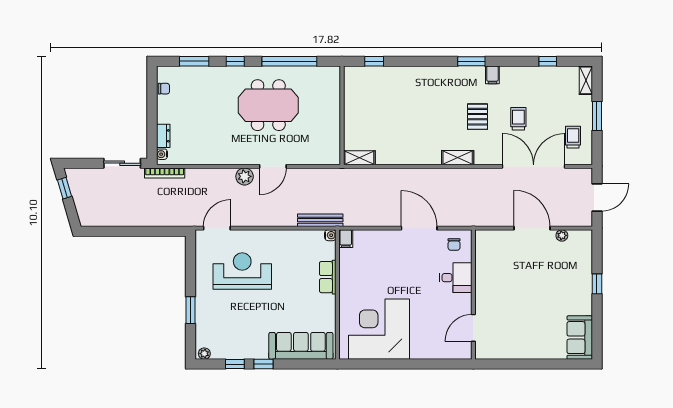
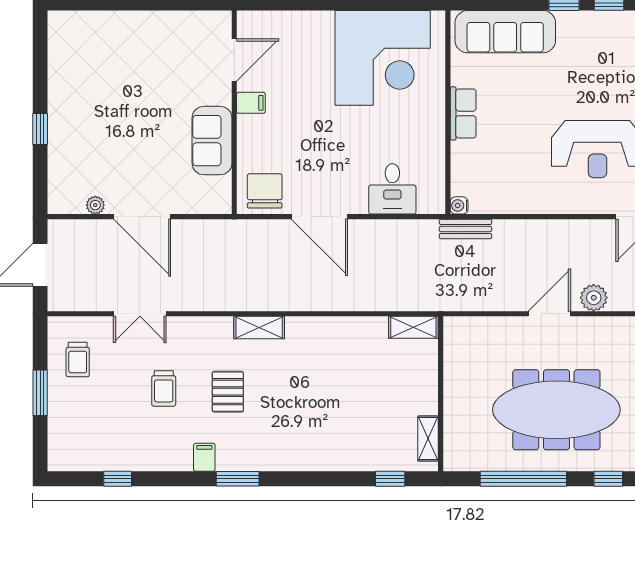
shelving: (586, 80) -> (428, 439), moved
meeting table: (268, 105) -> (556, 410), width x1.36
double door: (534, 166) -> (140, 314), width x0.54
bench: (320, 220) -> (465, 229), width x0.73
filing cabinet: (346, 239) -> (251, 103), moved, turned 90
chair: (454, 244) -> (265, 191), width x1.87, depth x1.87
row of seats: (328, 277) -> (463, 113), moved
desk: (456, 278) -> (392, 189), moved, turned -90
sofa: (580, 338) -> (212, 141), moved, turned 180

